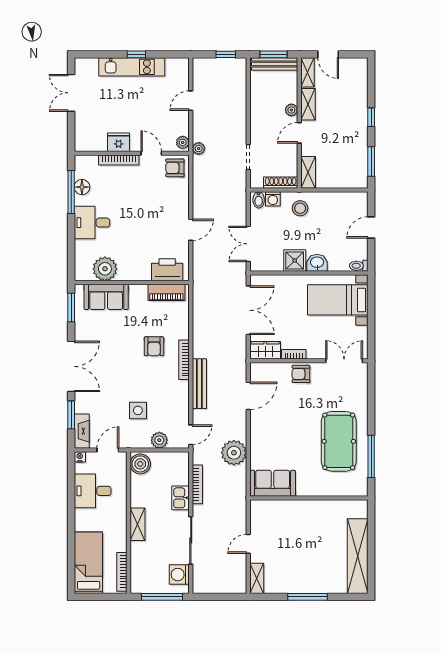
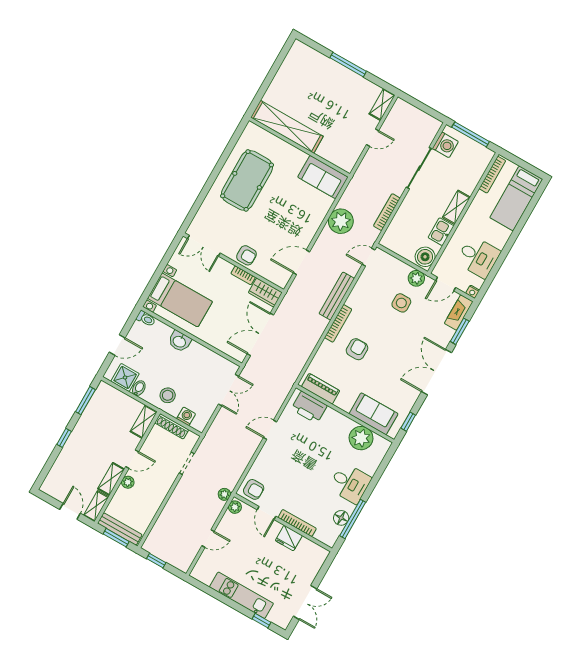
window: (136, 54) -> (262, 621), moved
bidet: (259, 200) -> (139, 388), moved
shower: (295, 260) -> (125, 377), moved
window: (71, 308) -> (408, 422), width x0.67
plant: (159, 440) -> (416, 278), moved
window: (371, 456) -> (227, 152), removed
kitchen sink: (180, 498) -> (441, 232), moved, turned 180
shelving: (358, 556) -> (287, 127), moved, turned 90

